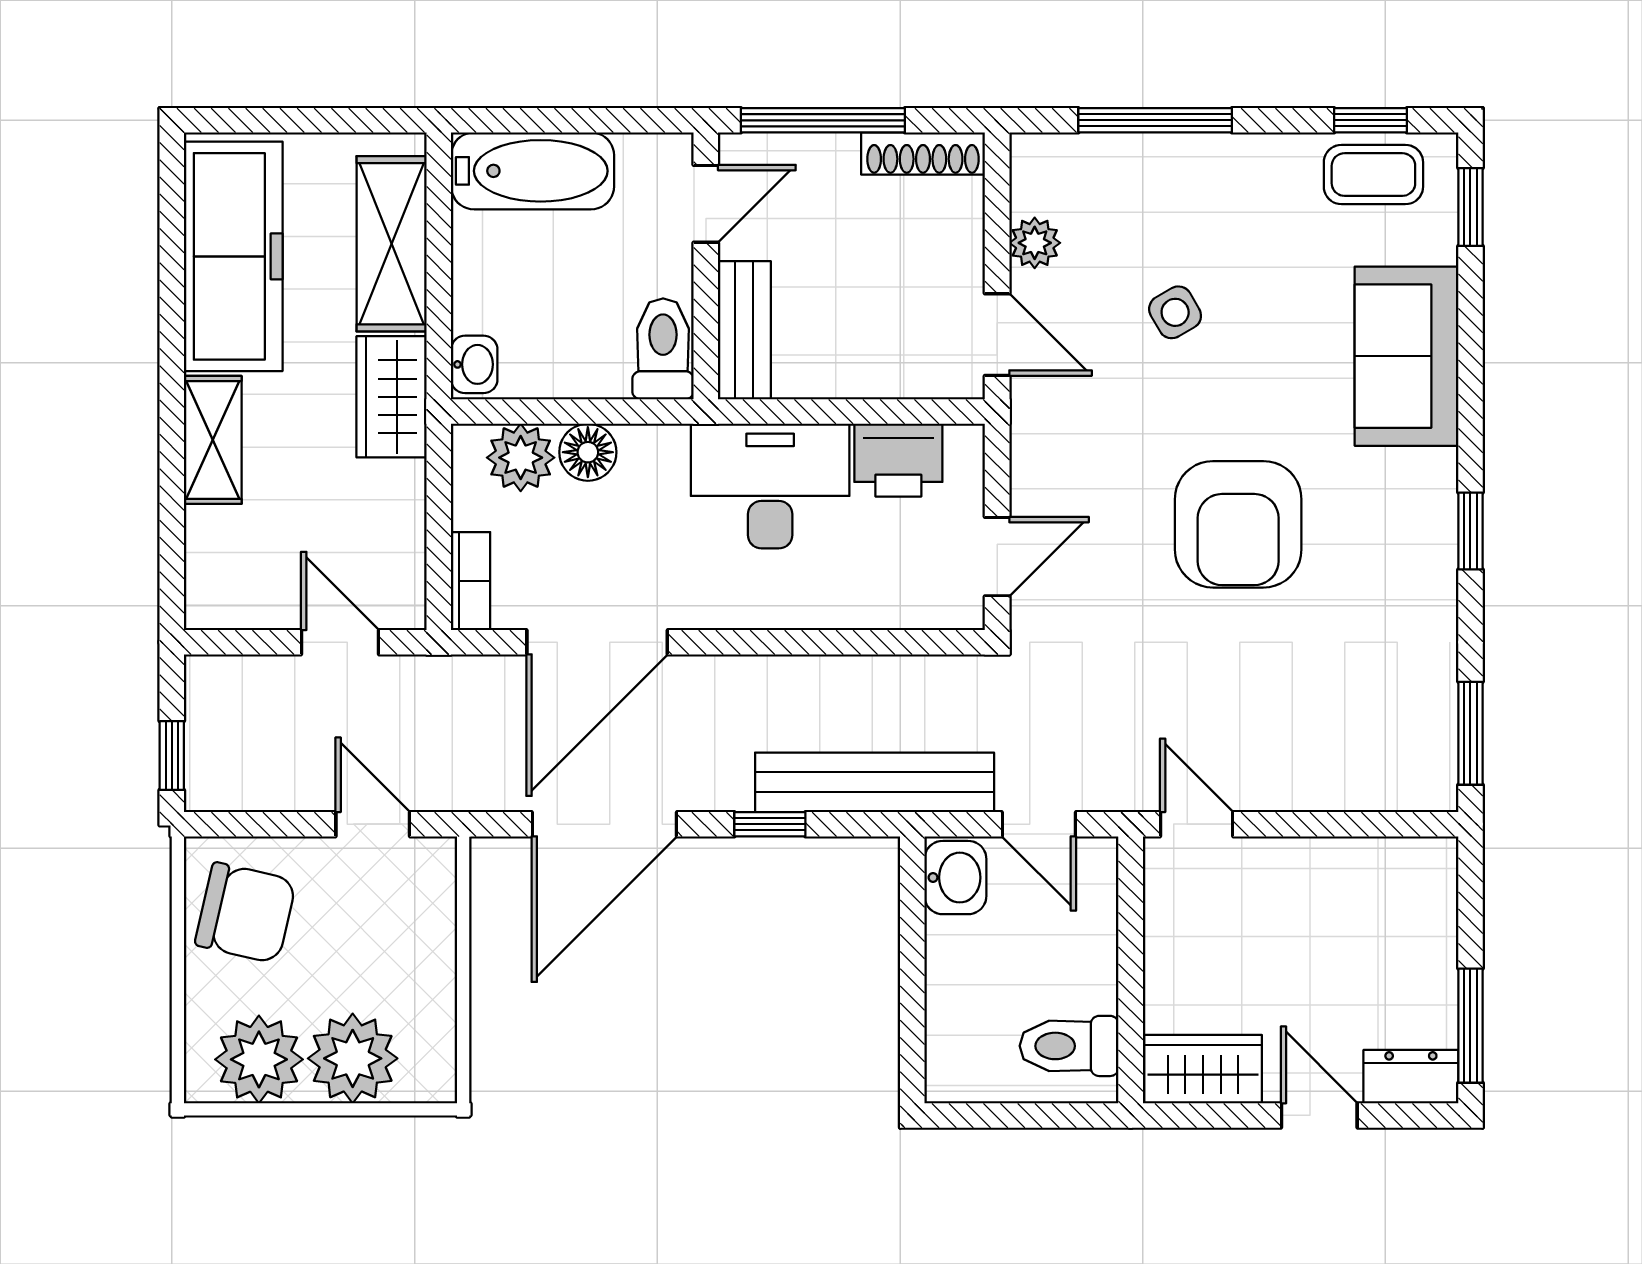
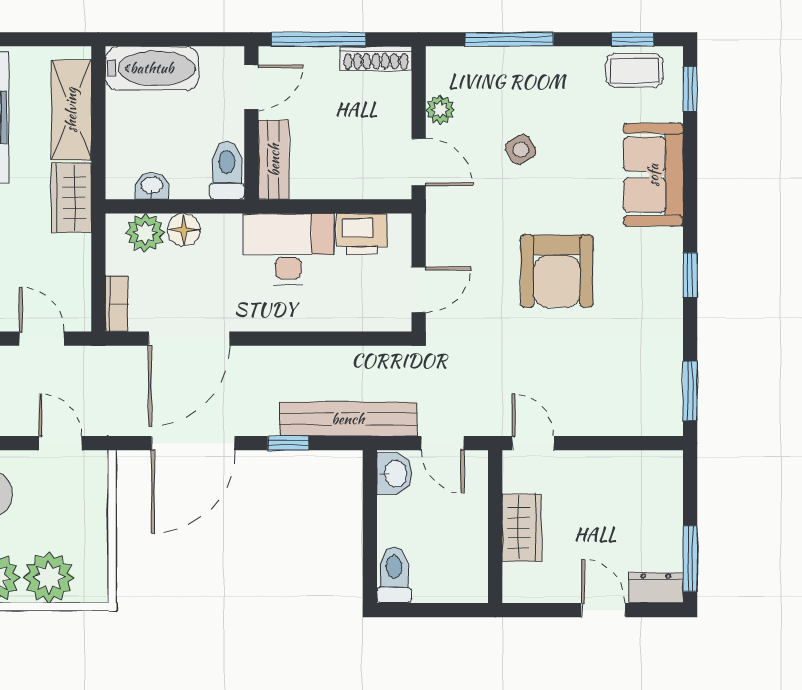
washbasin: (474, 364) -> (152, 186), moved, turned -90
toilet: (1069, 1046) -> (394, 575), moved, turned 90
wardrobe: (1203, 1069) -> (522, 528), moved, turned 90

